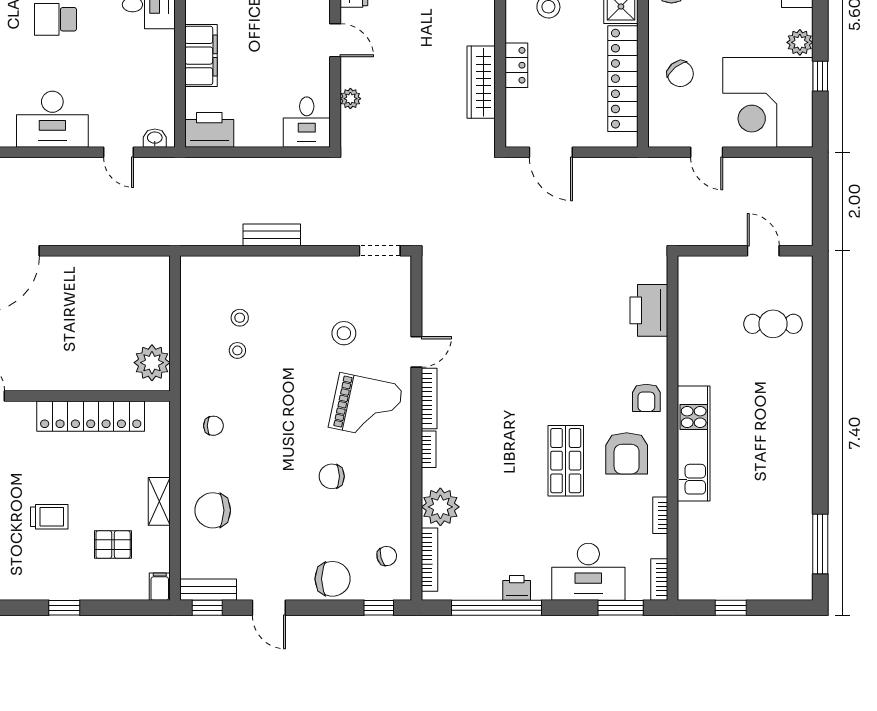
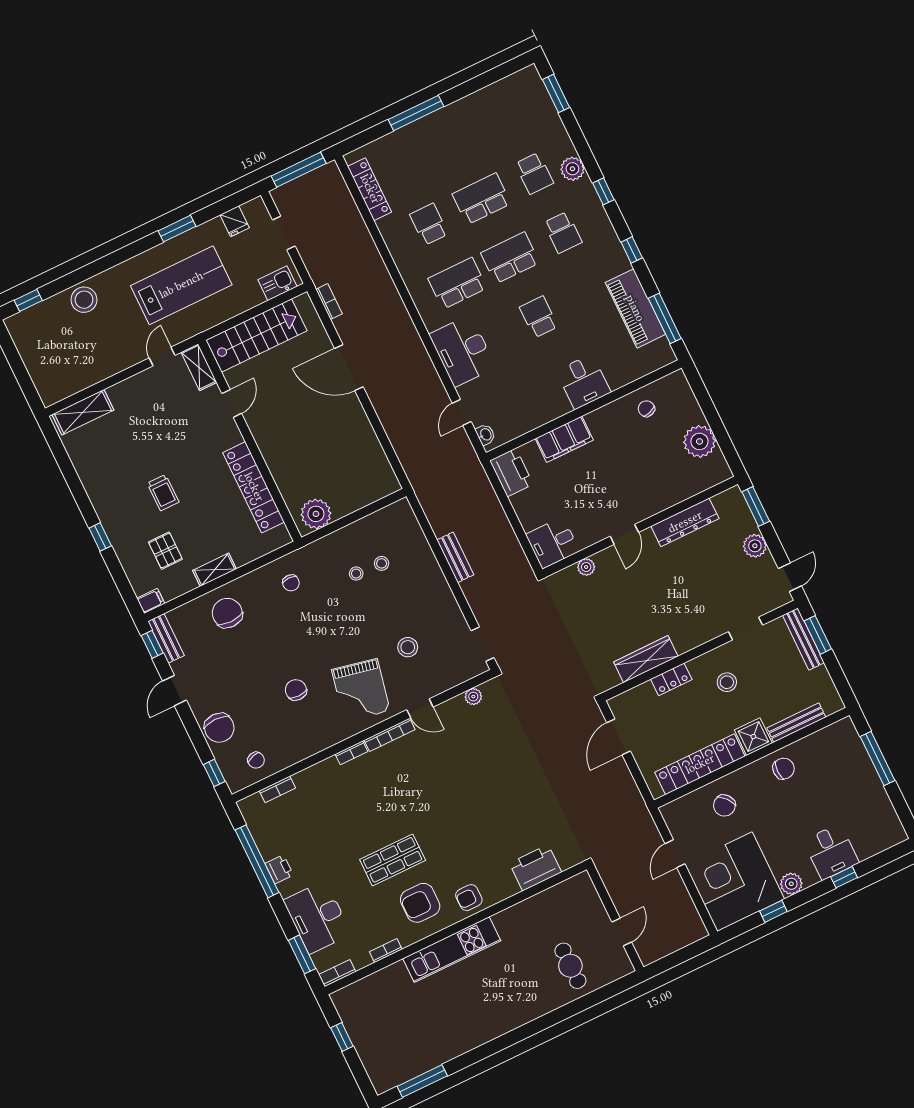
plant: (440, 507) -> (473, 697), moved, width x0.53, depth x0.53
bookcase: (429, 560) -> (277, 789), width x0.64

